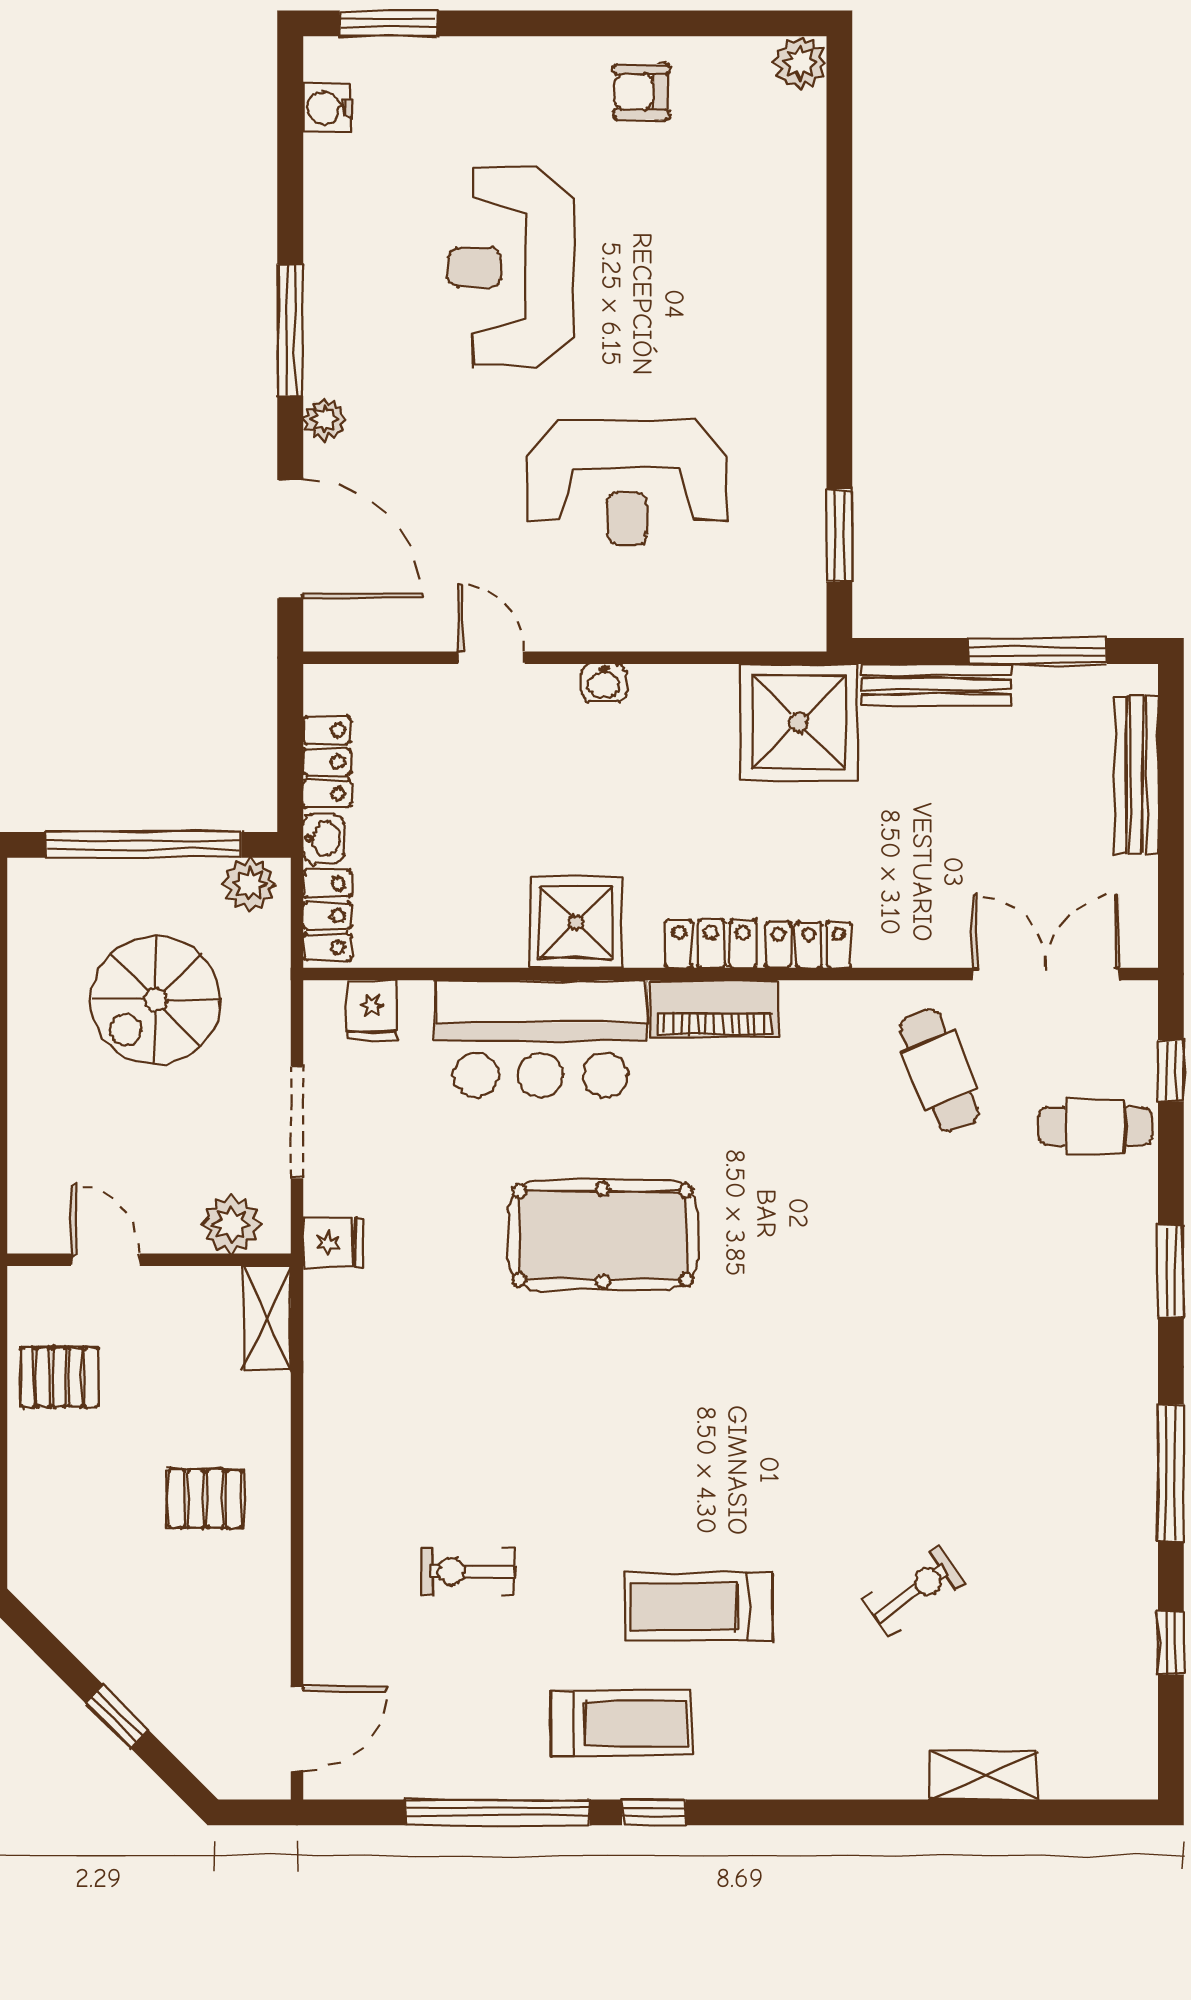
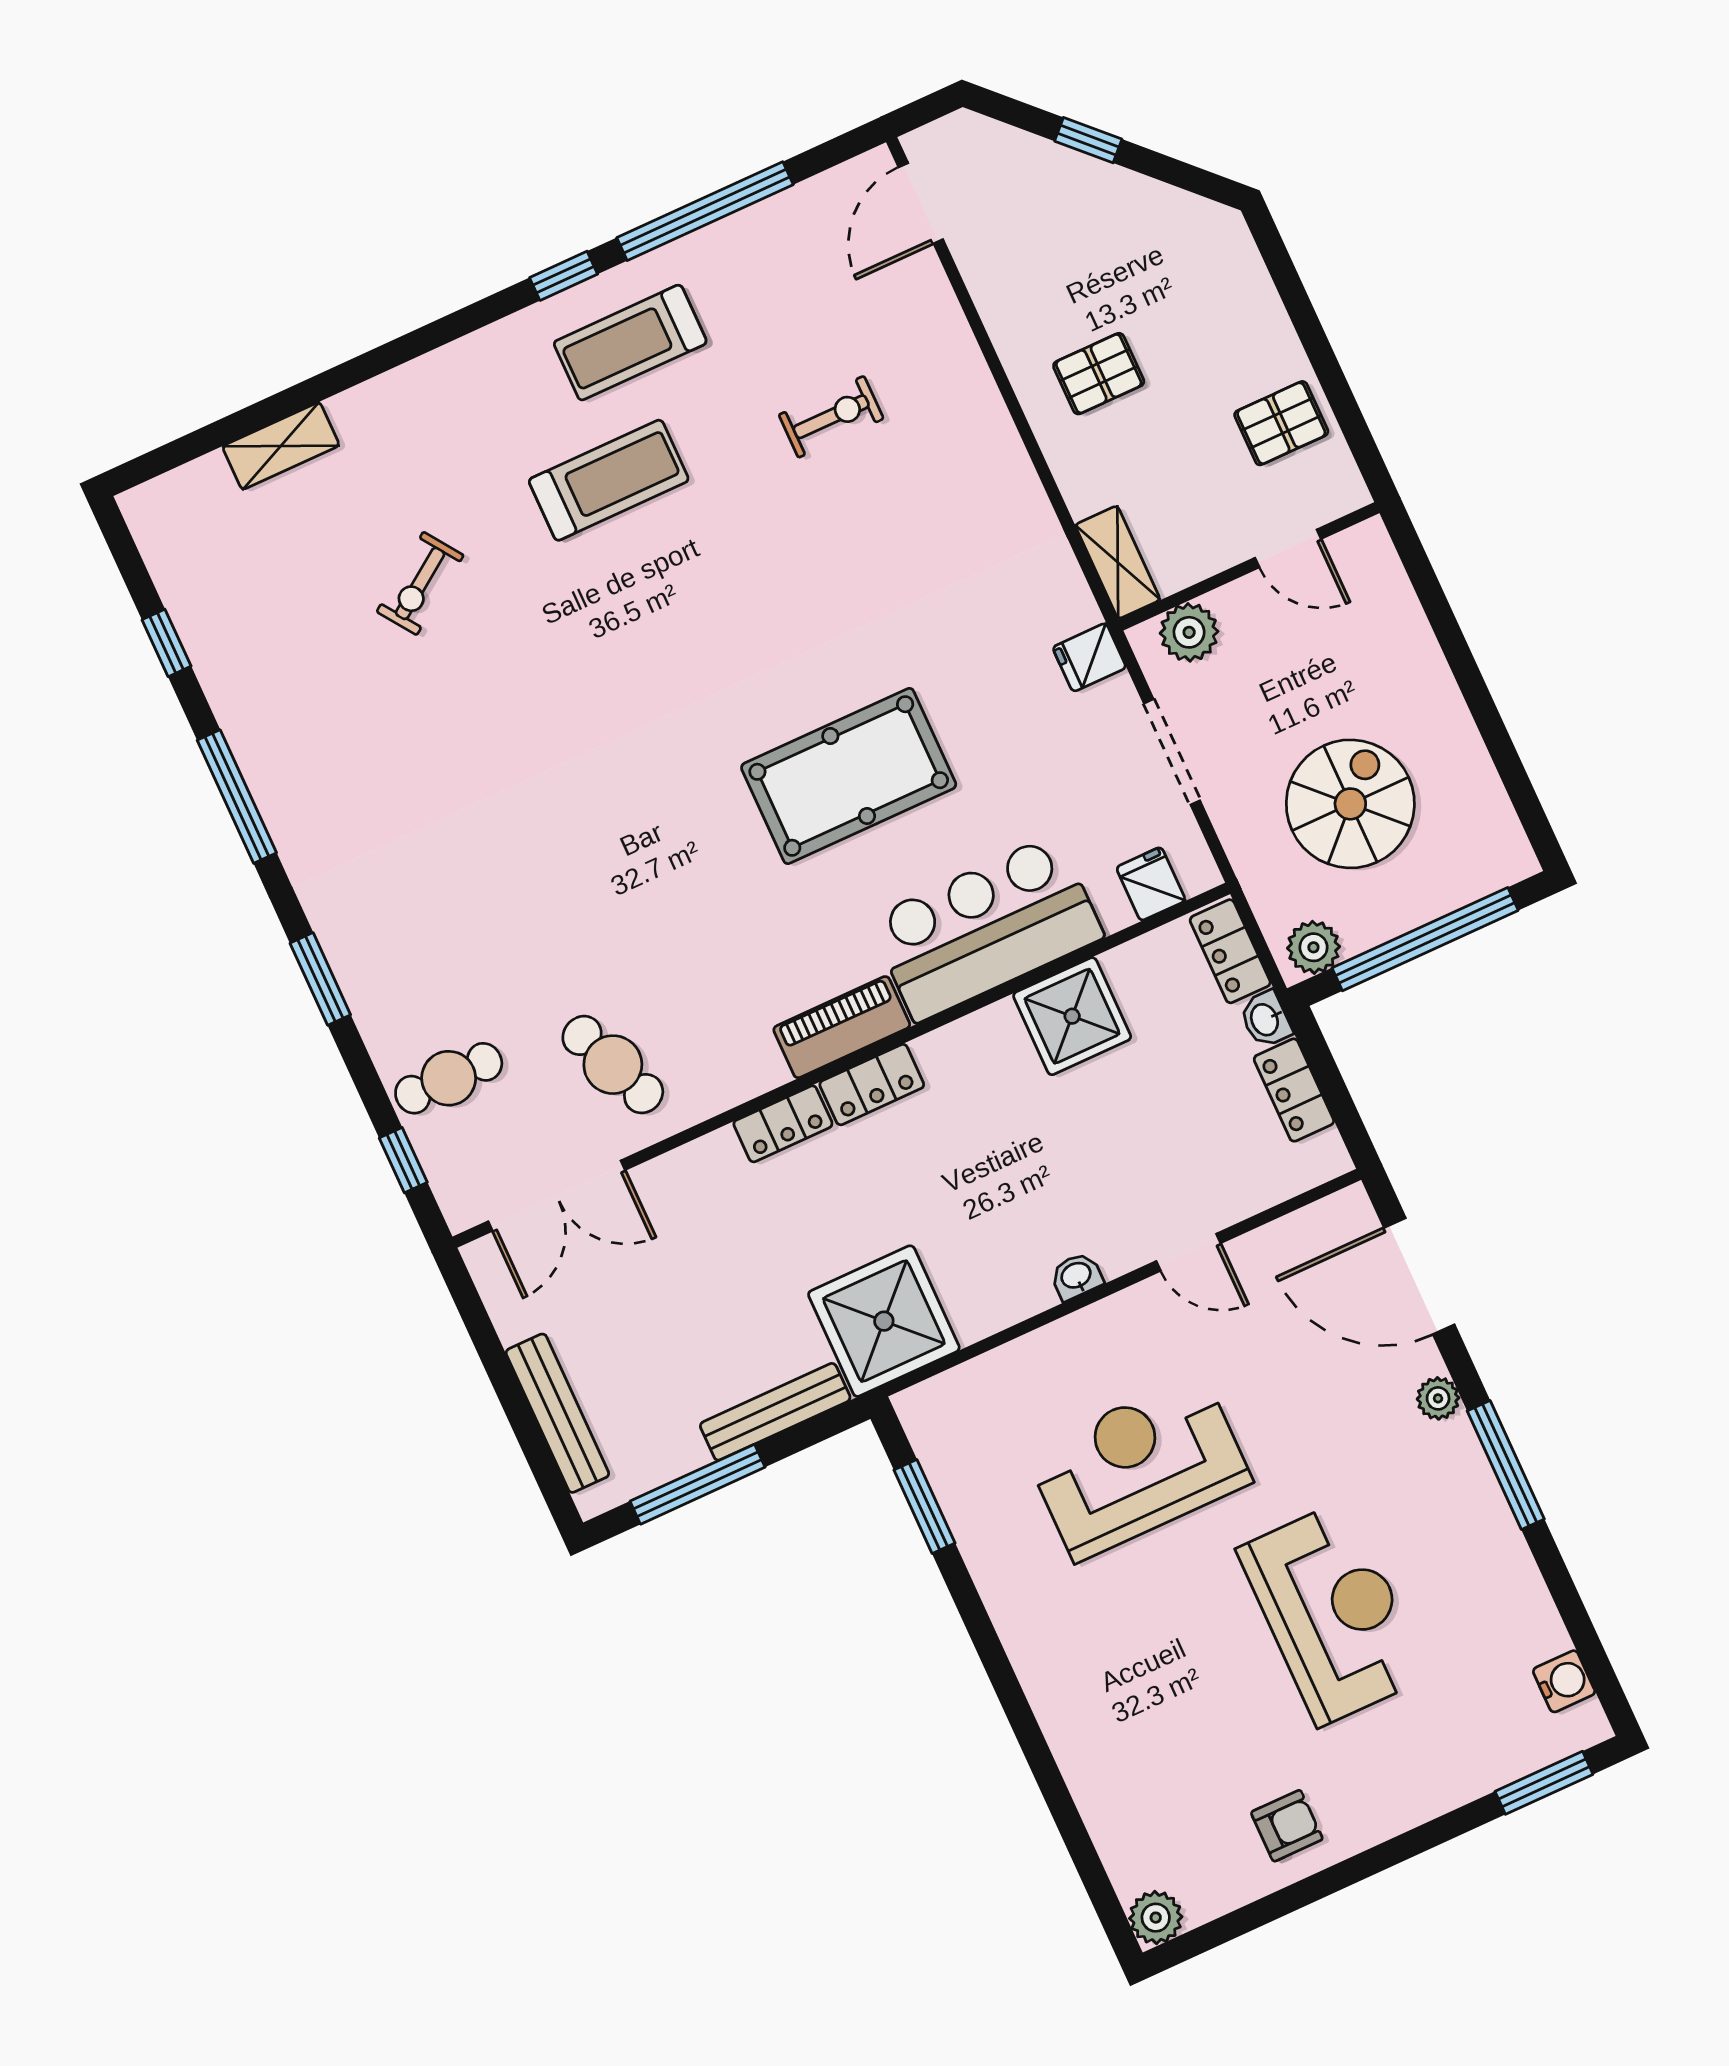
shower: (576, 922) -> (1072, 1016), moved

